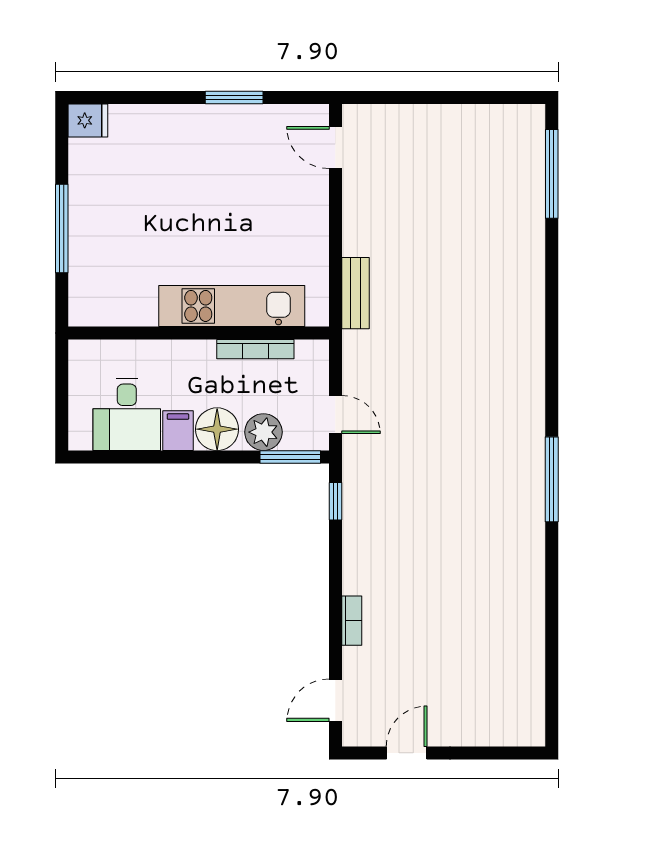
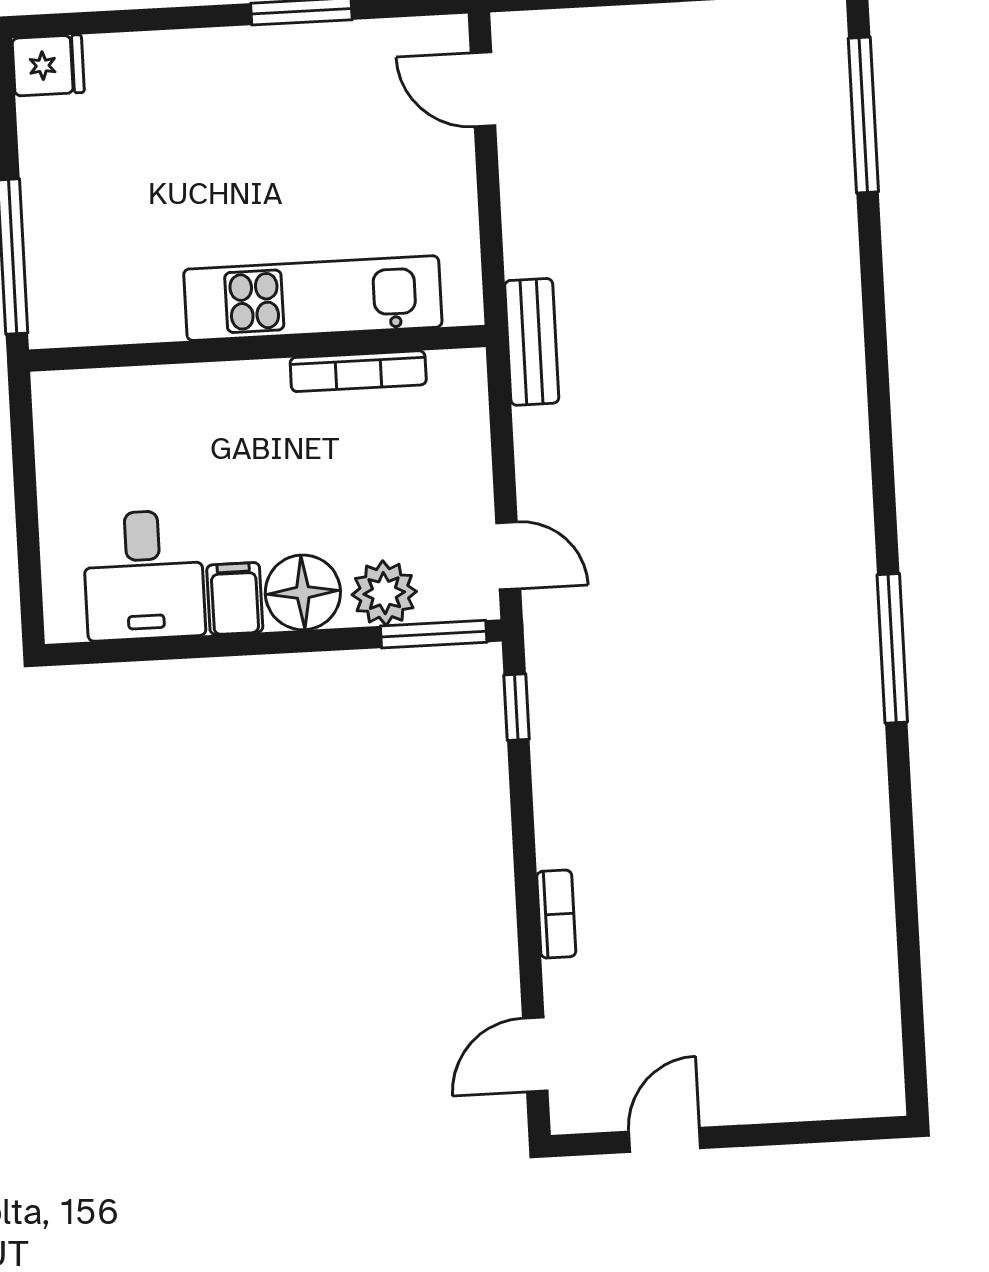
kitchen unit: (232, 306) -> (313, 298), moved
wall: (199, 333) -> (257, 348), moved
bookcase: (255, 349) -> (358, 371), moved

